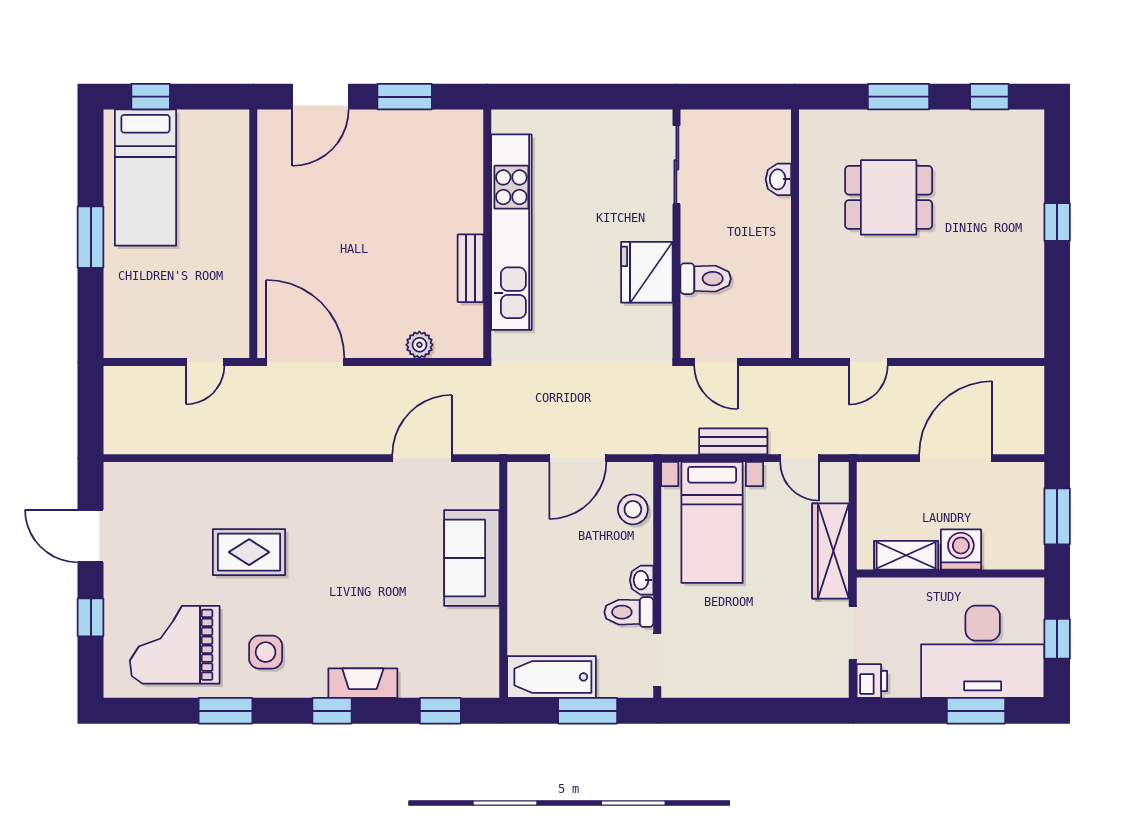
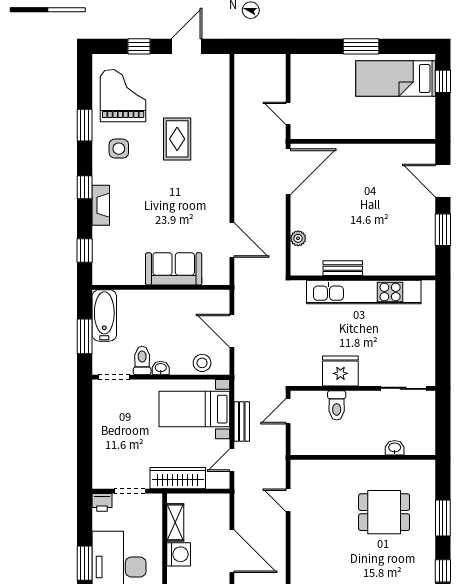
dining table: (889, 197) -> (384, 512), turned 90

